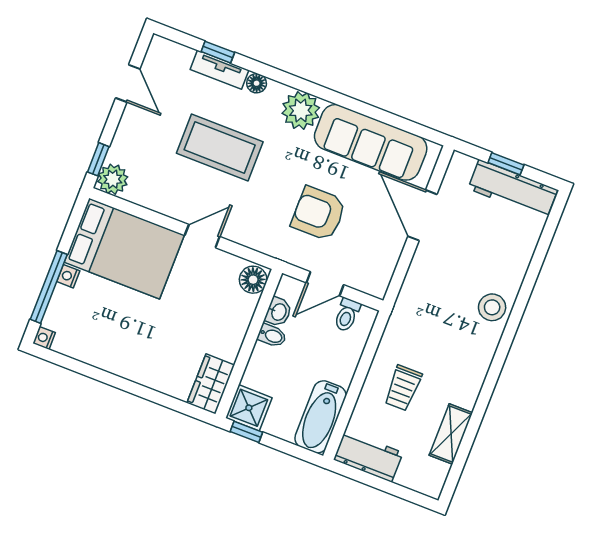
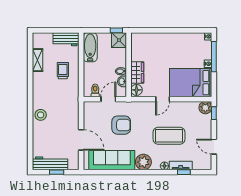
wardrobe: (211, 384) -> (137, 73), moved

